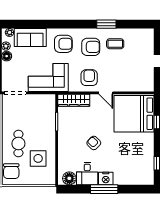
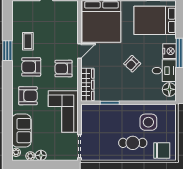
armchair: (63, 44) -> (28, 96), turned 90
armchair: (91, 47) -> (31, 67), turned -90
bed: (135, 165) -> (155, 20), added

